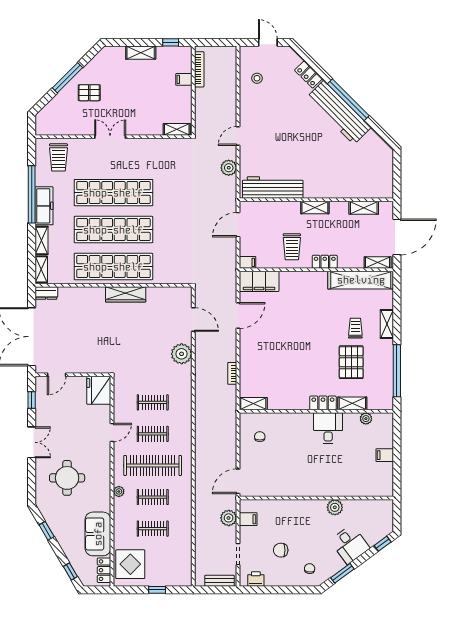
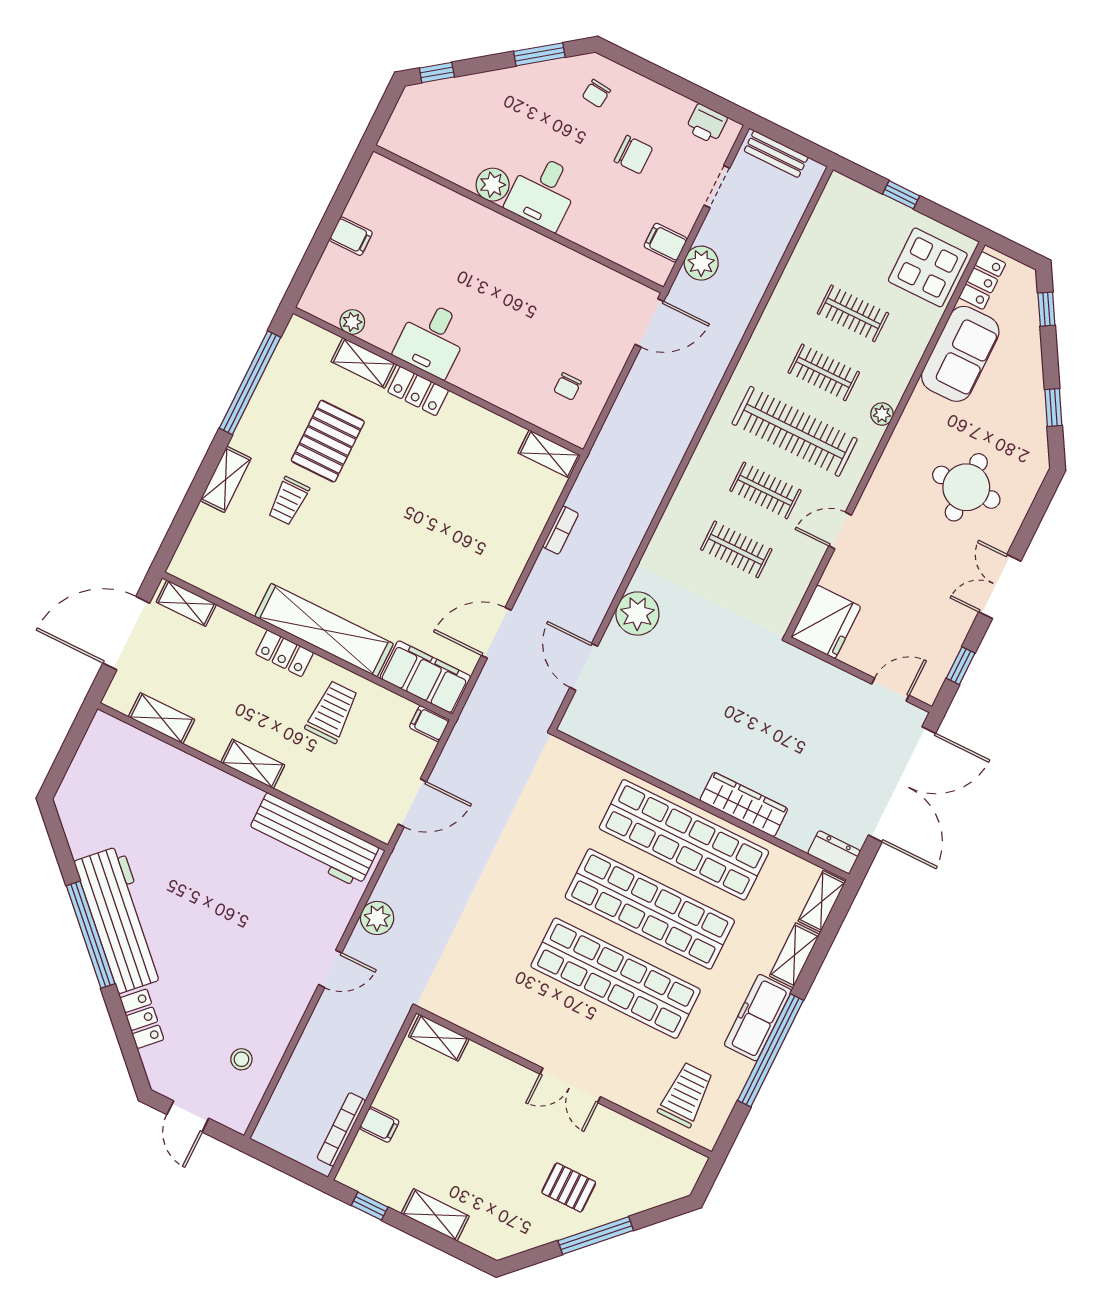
shelving: (361, 280) -> (324, 630), moved
wardrobe: (126, 294) -> (744, 805), moved
desk: (350, 544) -> (543, 192), moved, turned -144

